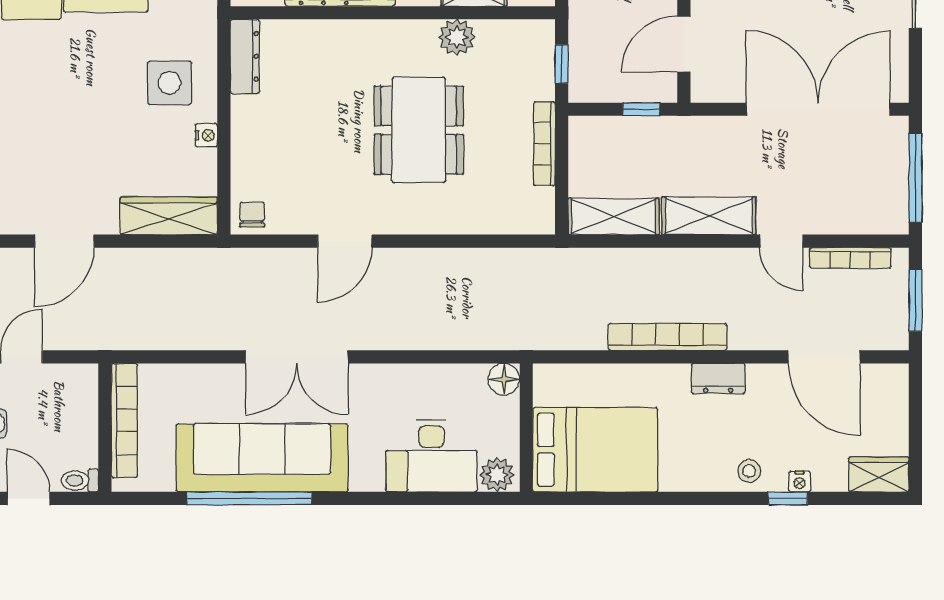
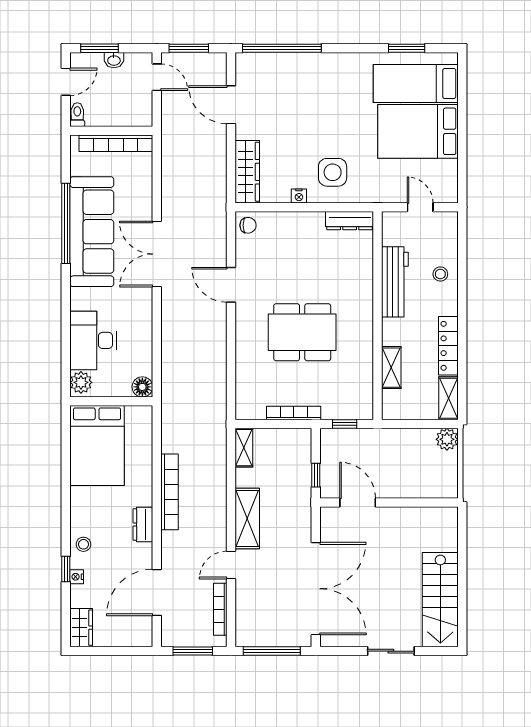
plant: (457, 37) -> (362, 357), removed
shelving: (614, 216) -> (244, 448), width x0.67, depth x0.75

